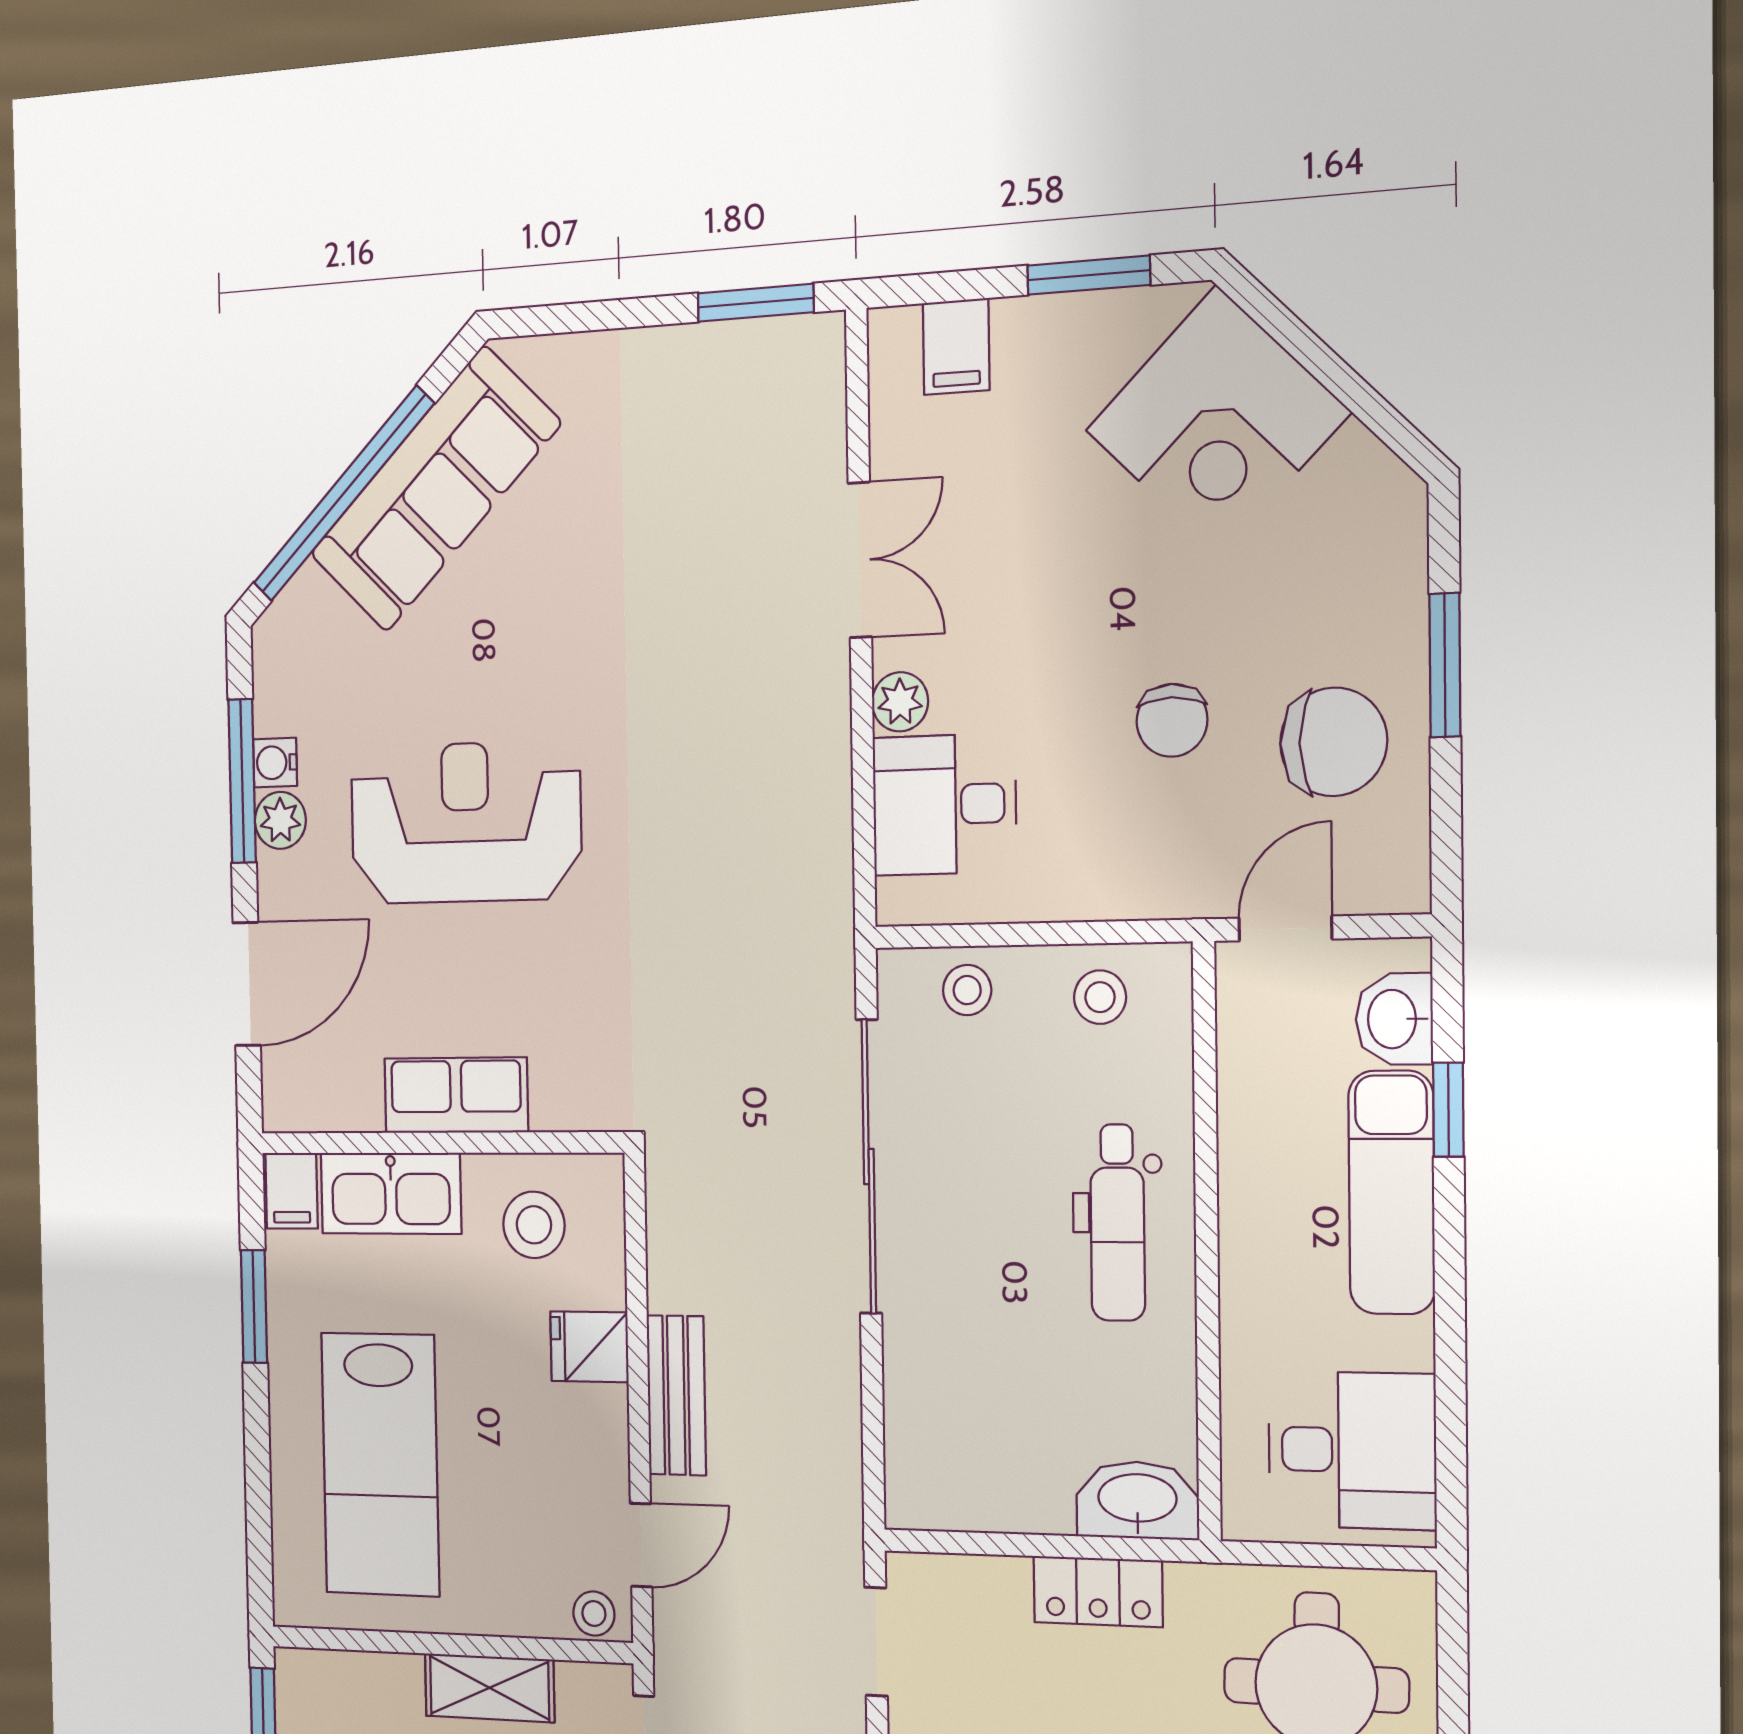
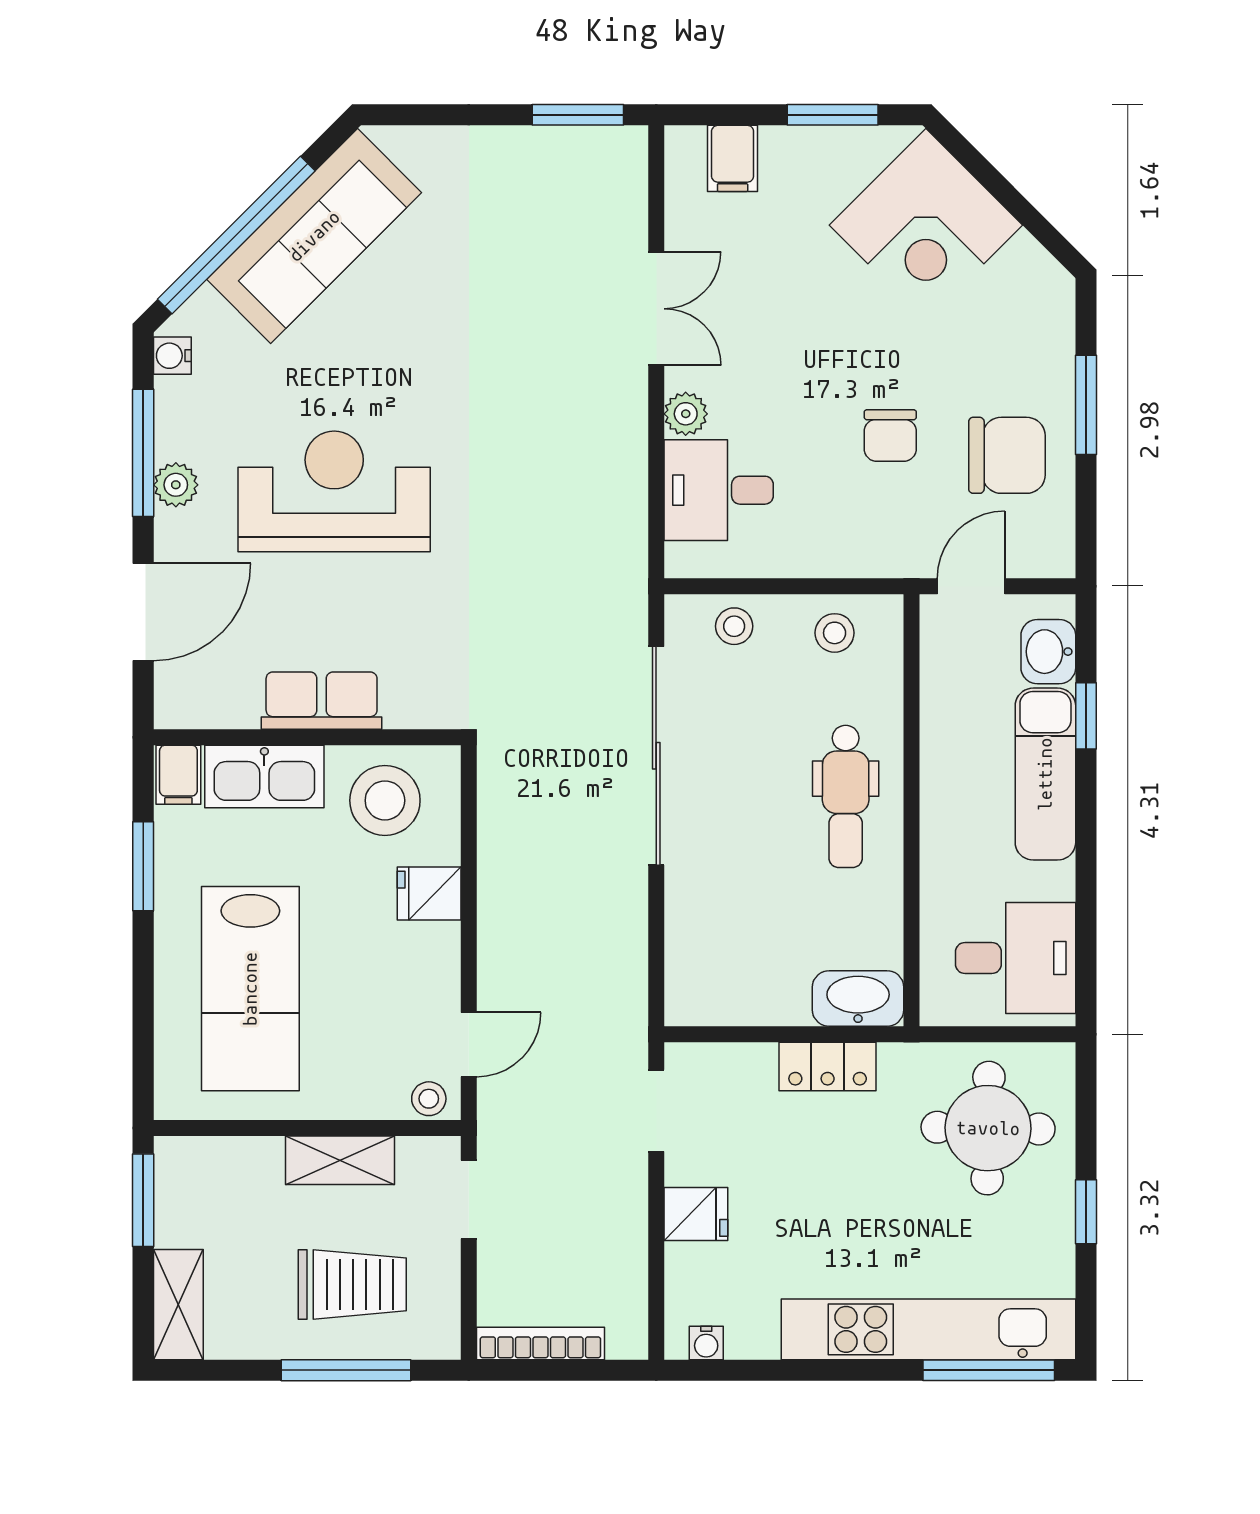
water cooler: (275, 763) -> (172, 356), moved
stool: (534, 1225) -> (385, 800), width x1.38, depth x1.38
bench: (676, 1395) -> (500, 929), removed

